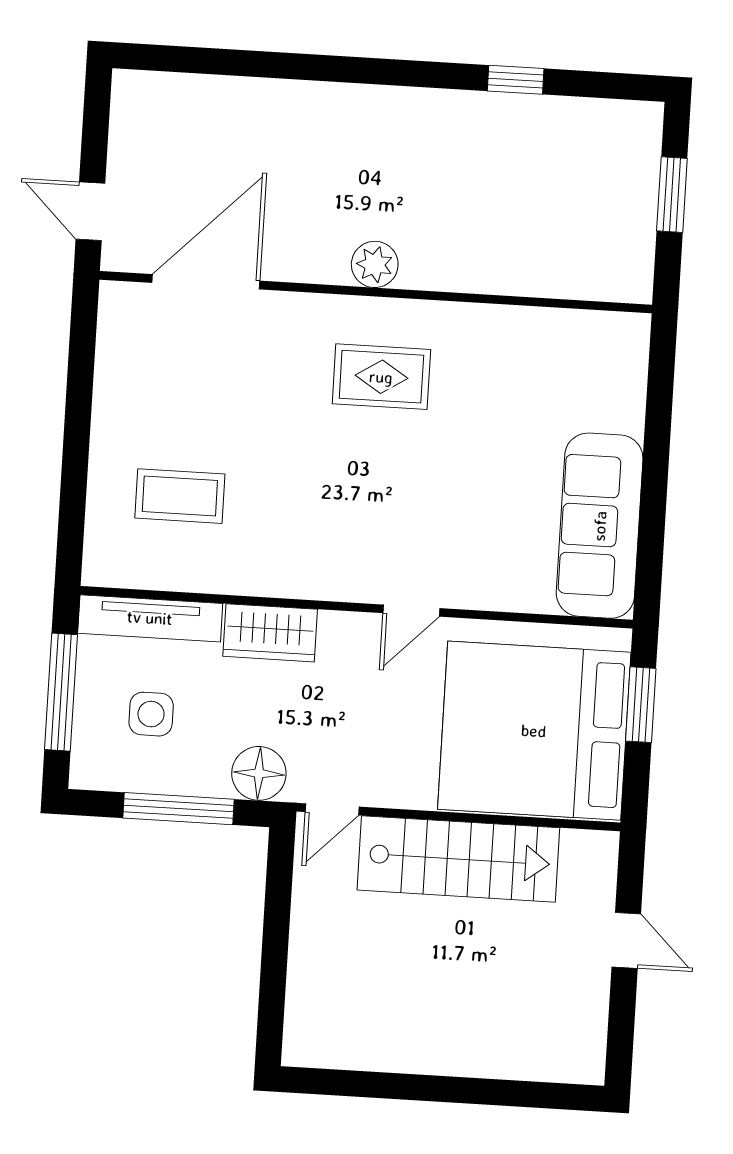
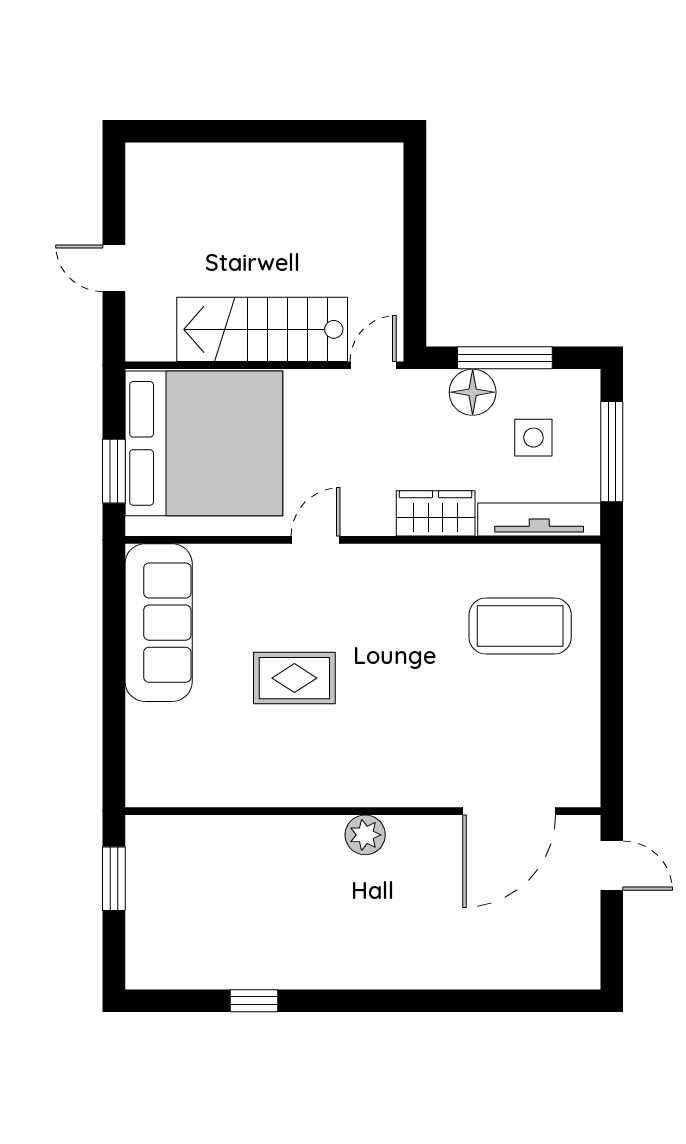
window: (672, 195) -> (114, 879), moved
rug: (381, 377) -> (294, 678), moved
coffee table: (180, 496) -> (520, 626), width x1.36, depth x1.32
floor lamp: (259, 773) -> (473, 392), moved

